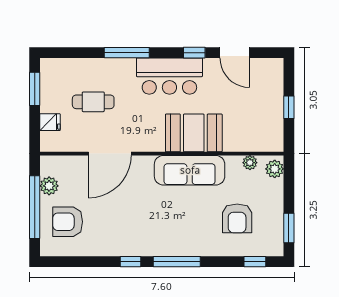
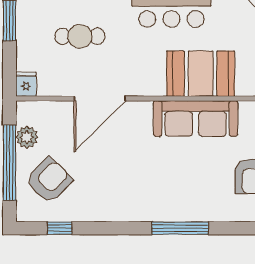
fridge: (50, 122) -> (26, 84), moved, turned -90
armchair: (68, 222) -> (49, 180), turned 134
window: (130, 262) -> (60, 228), moved

